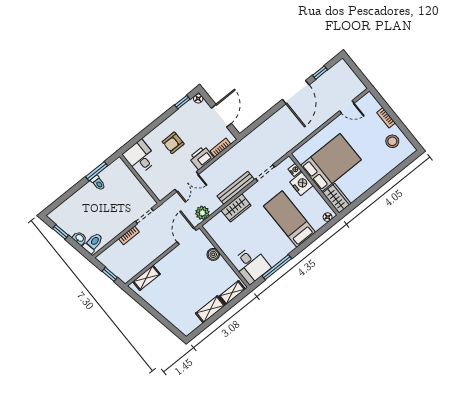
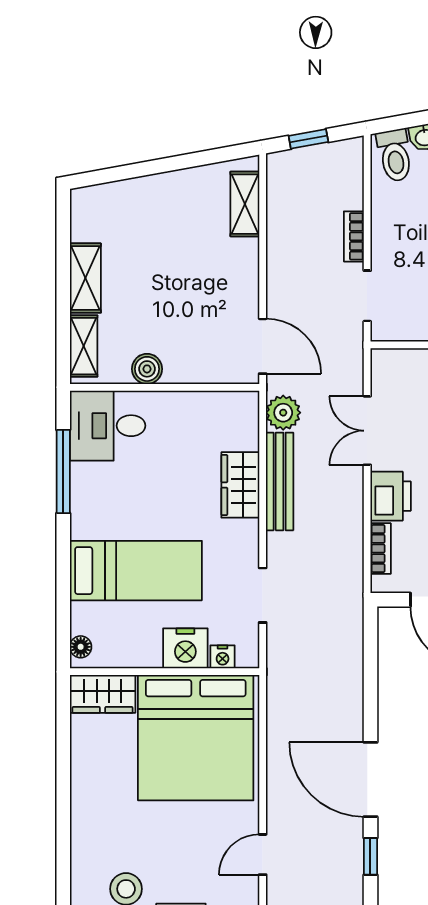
bed: (331, 163) -> (196, 738), width x1.36
bench: (236, 188) -> (280, 481), moved
boiler: (213, 254) -> (147, 369), moved

